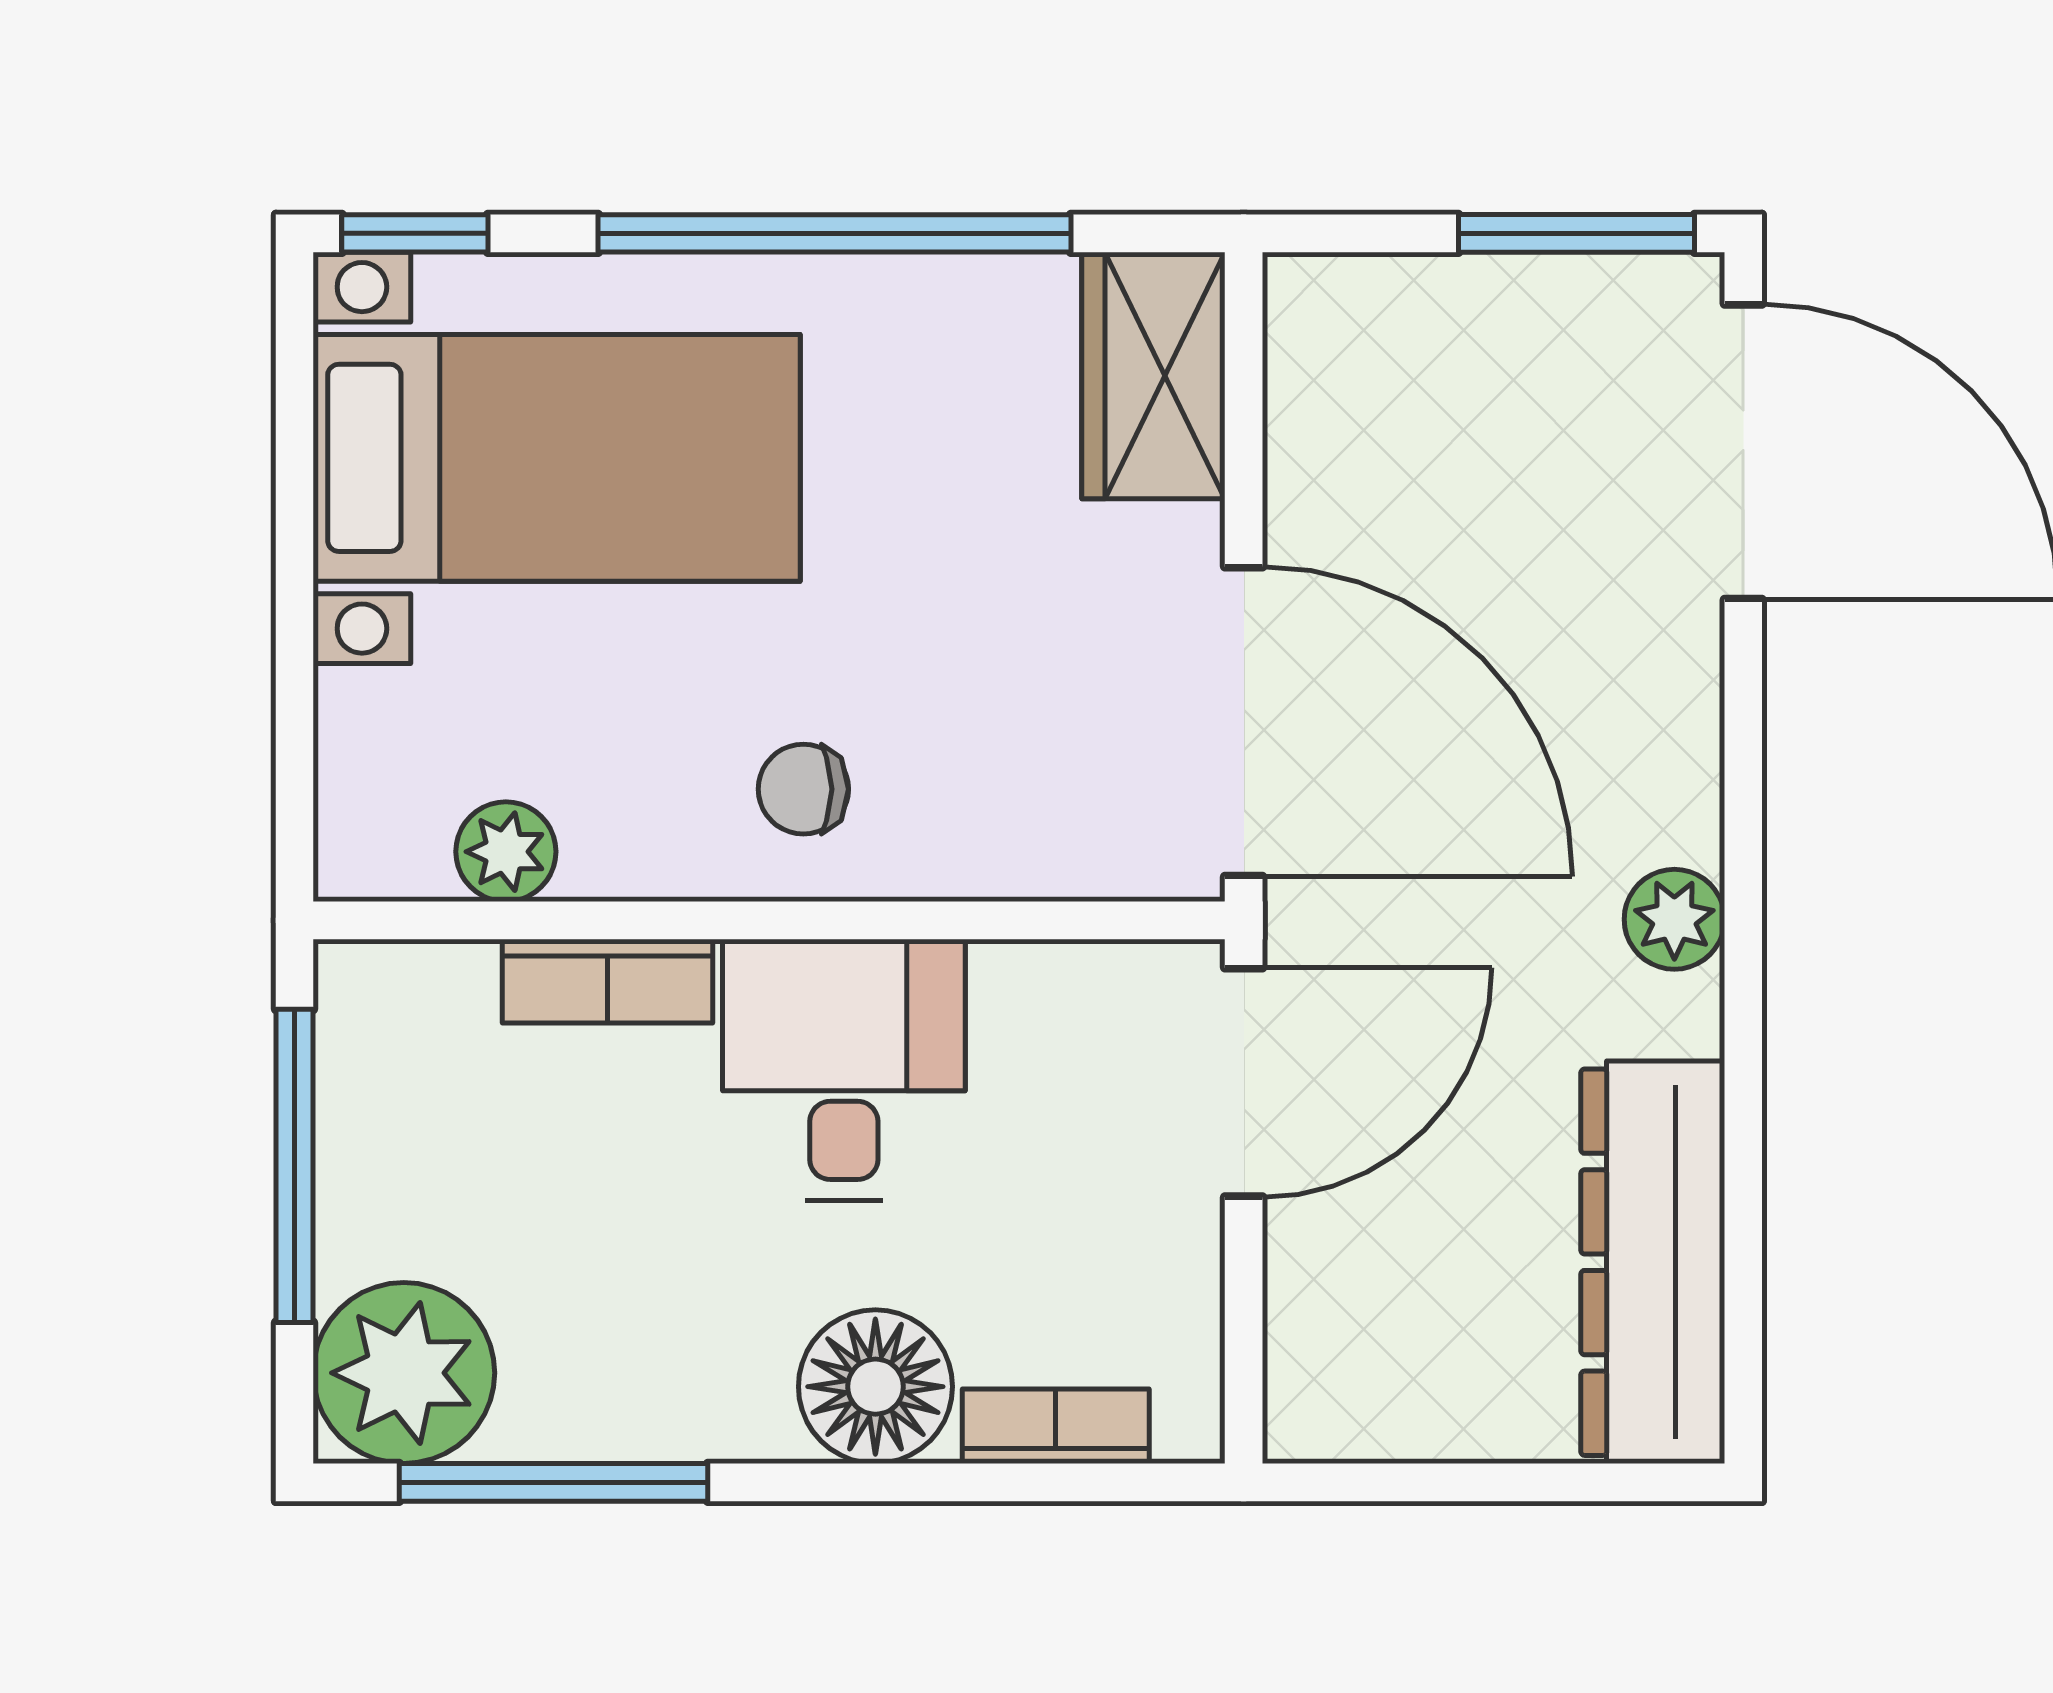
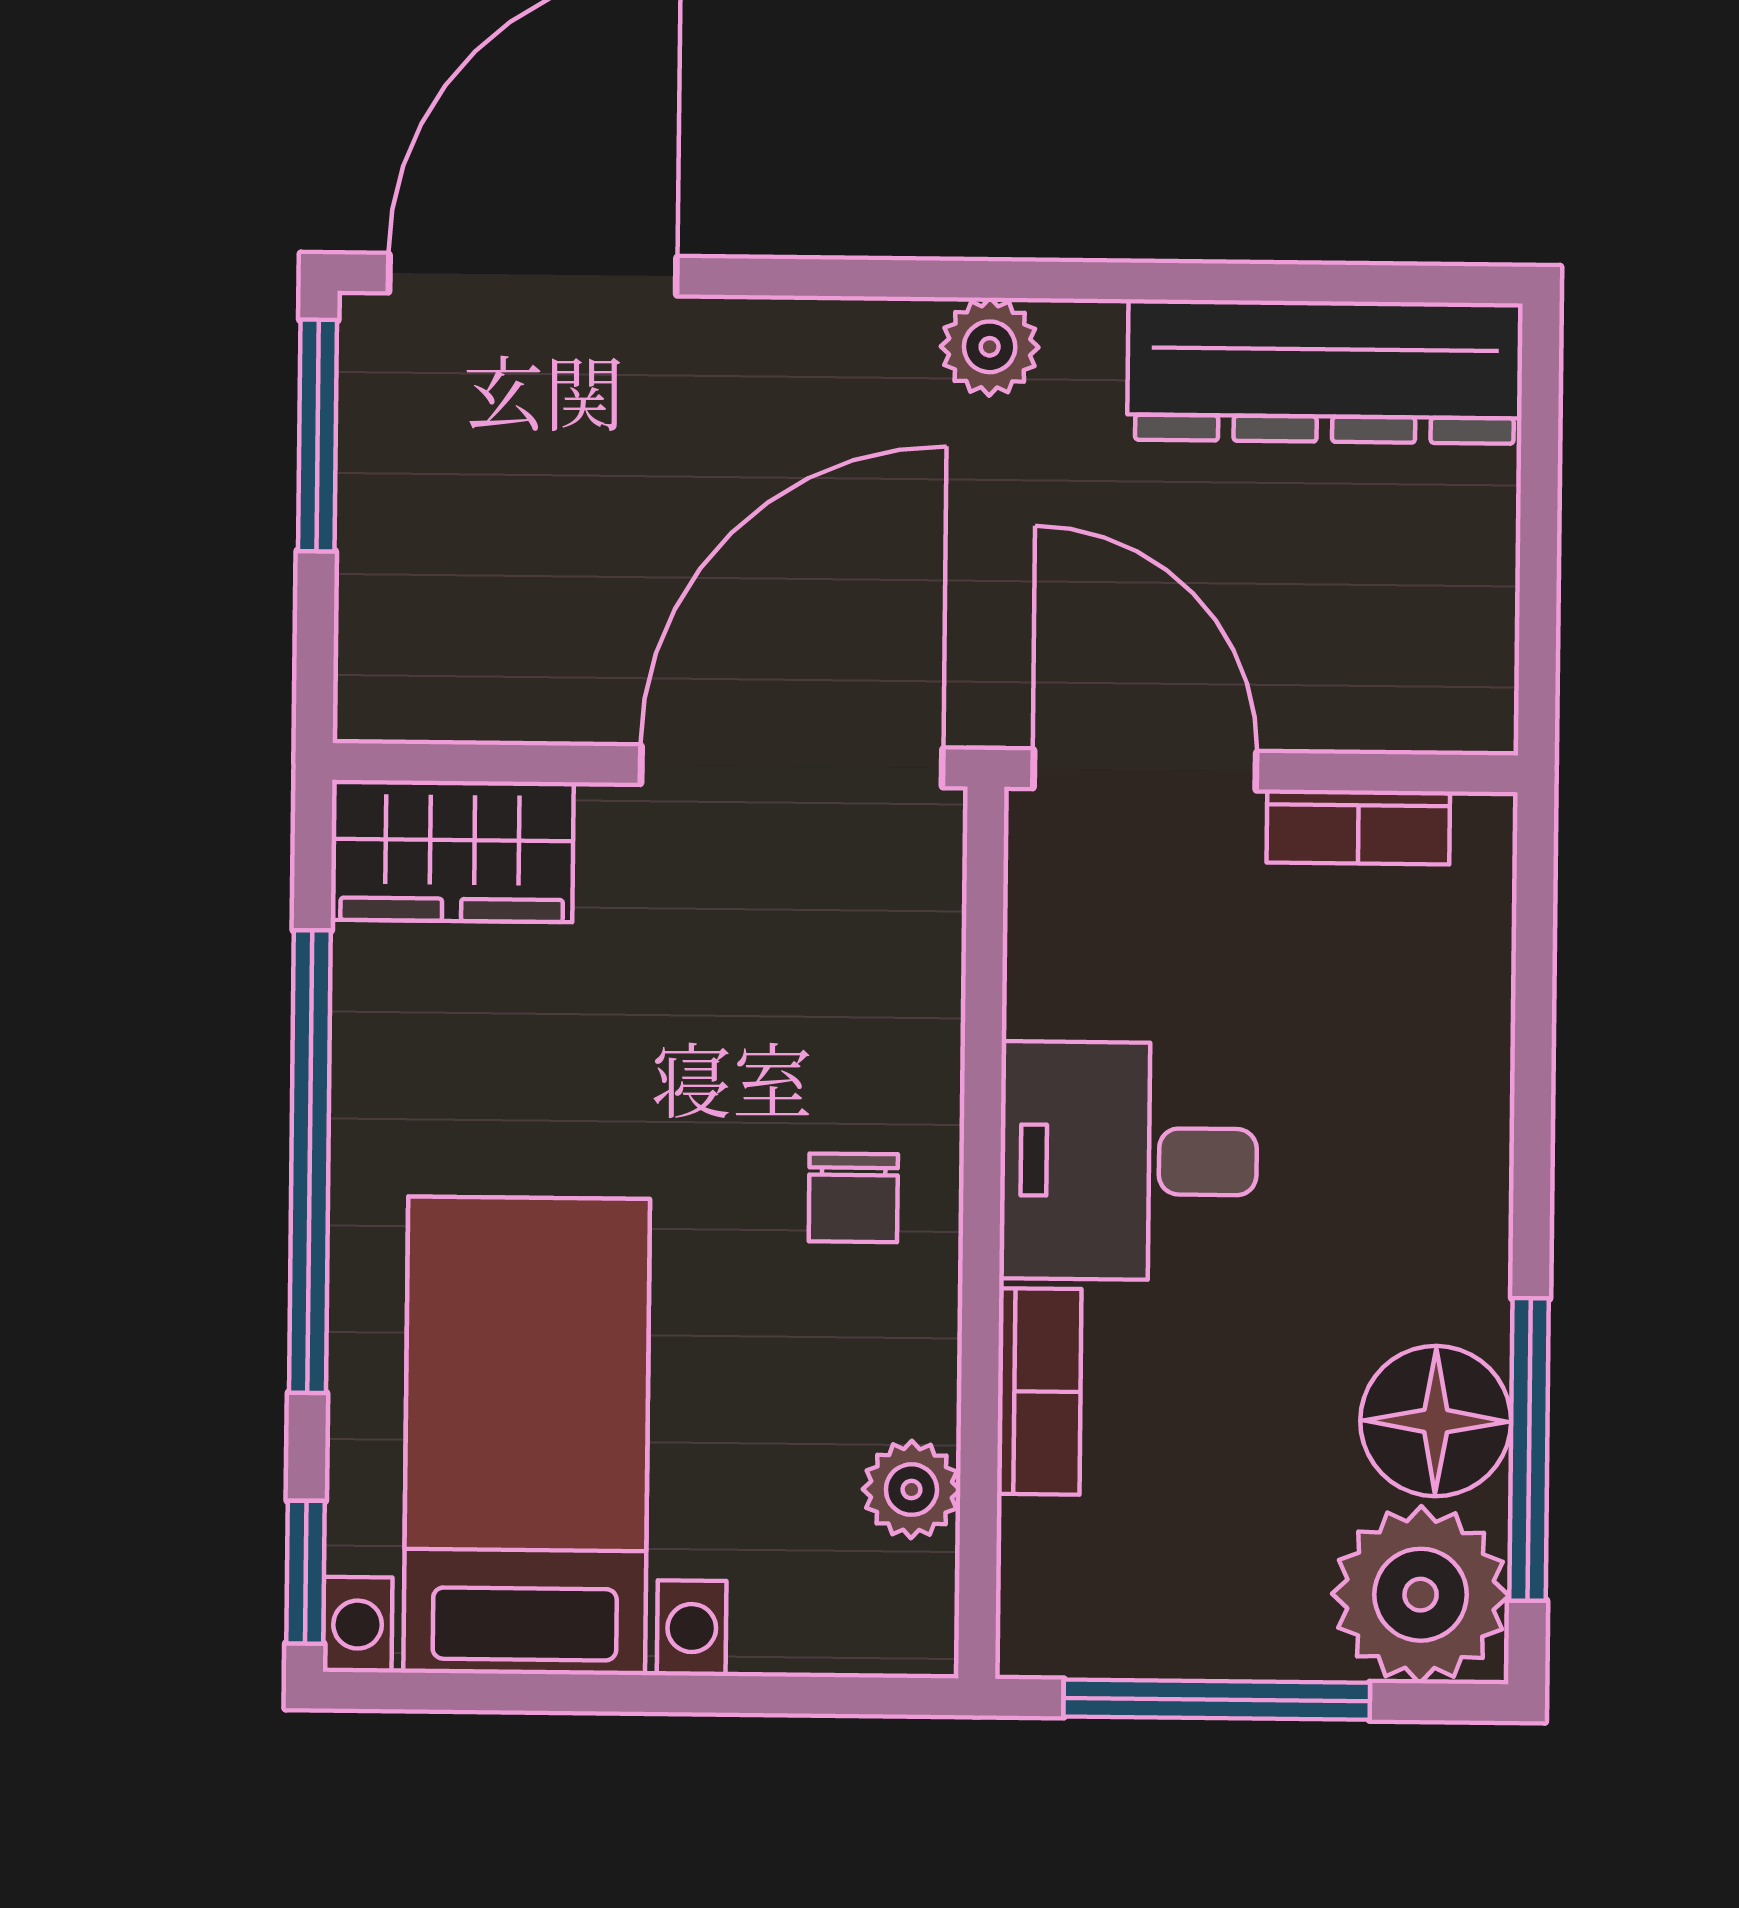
floor lamp: (875, 1387) -> (1436, 1421), moved
bookcase: (1056, 1426) -> (1358, 827), moved, turned -90

